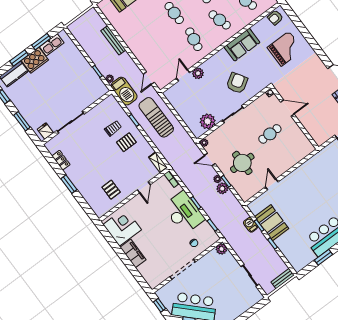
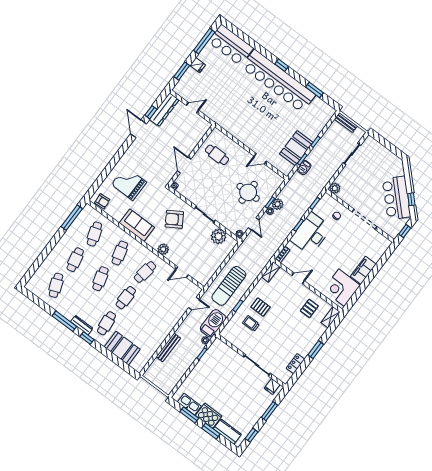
plant: (198, 73) -> (163, 249), moved
cafe table: (270, 134) -> (217, 155), moved
shelving: (96, 208) -> (331, 317), added

